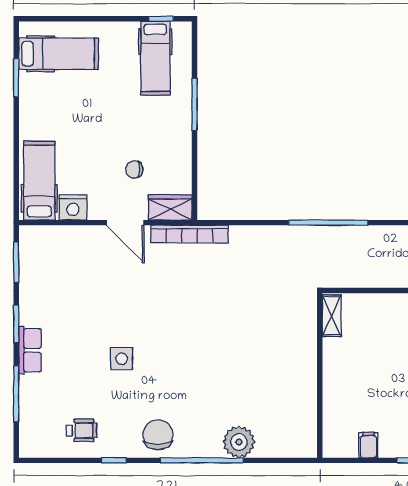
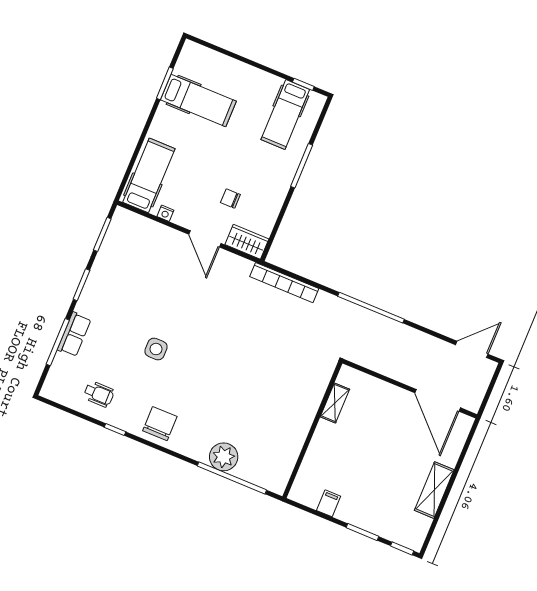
hospital bed: (59, 54) -> (198, 101), moved
nightstand: (73, 207) -> (165, 213), width x0.53, depth x0.56
bookcase: (189, 234) -> (284, 283), moved
shelving: (332, 316) -> (335, 403), moved
row of seats: (30, 350) -> (74, 334), moved
window: (202, 460) -> (232, 478), moved

